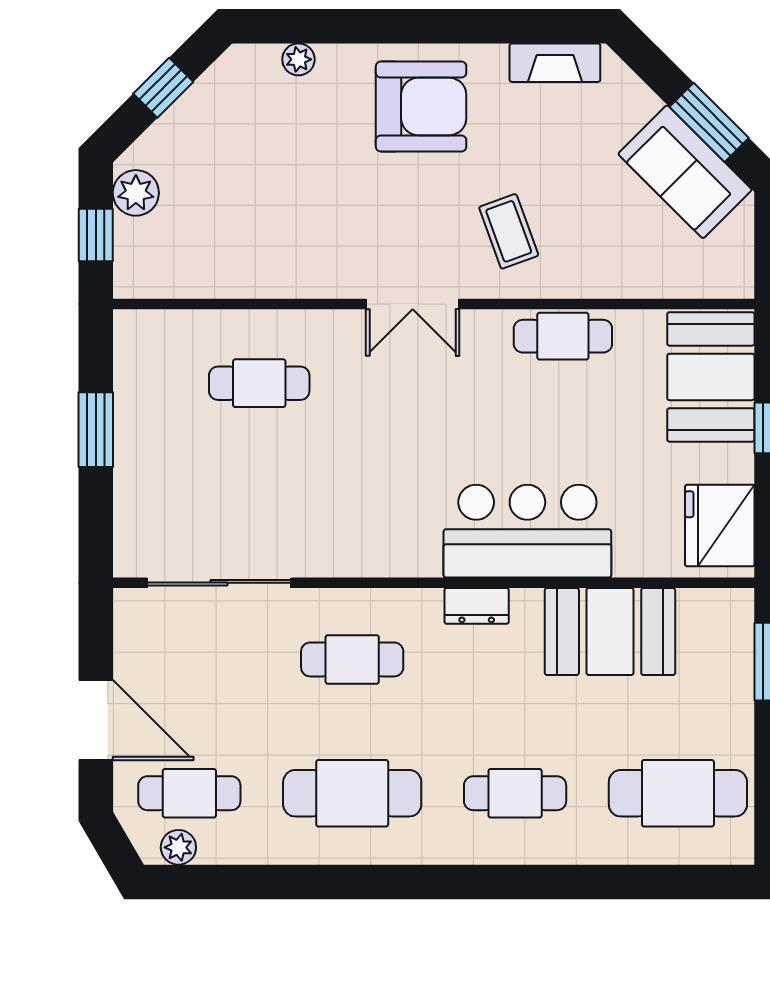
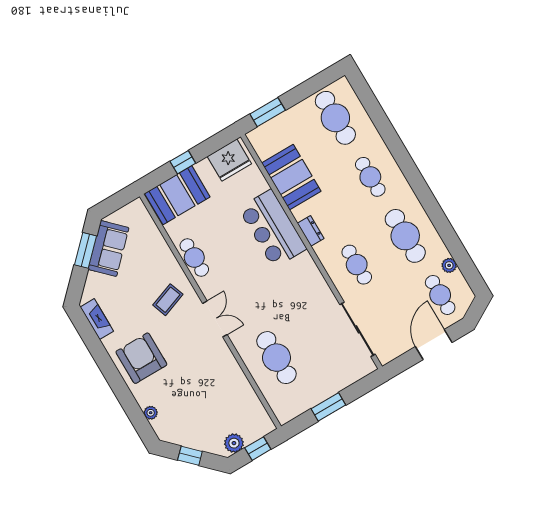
cafe table: (259, 383) -> (276, 358), width x1.37, depth x1.35
plant: (178, 847) -> (449, 265), moved

